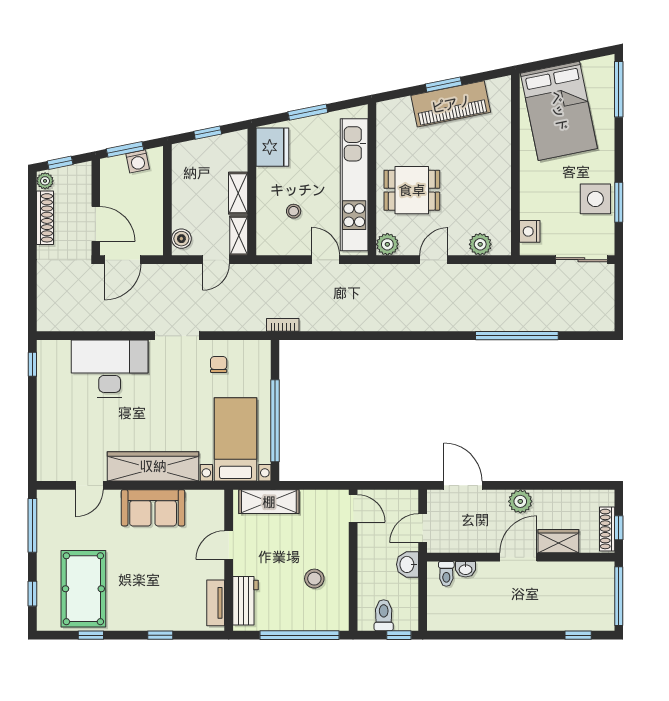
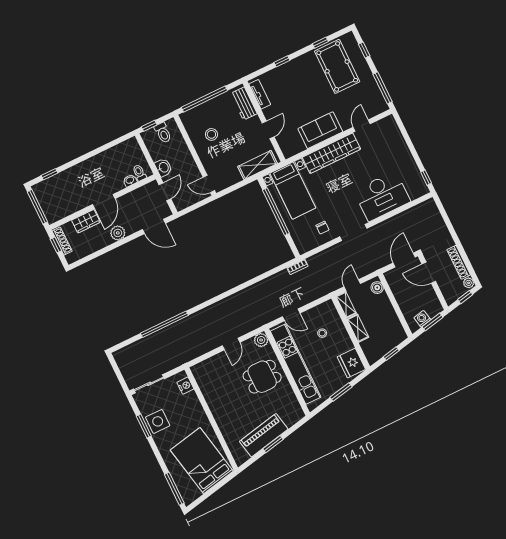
plant: (480, 244) -> (209, 365), removed

